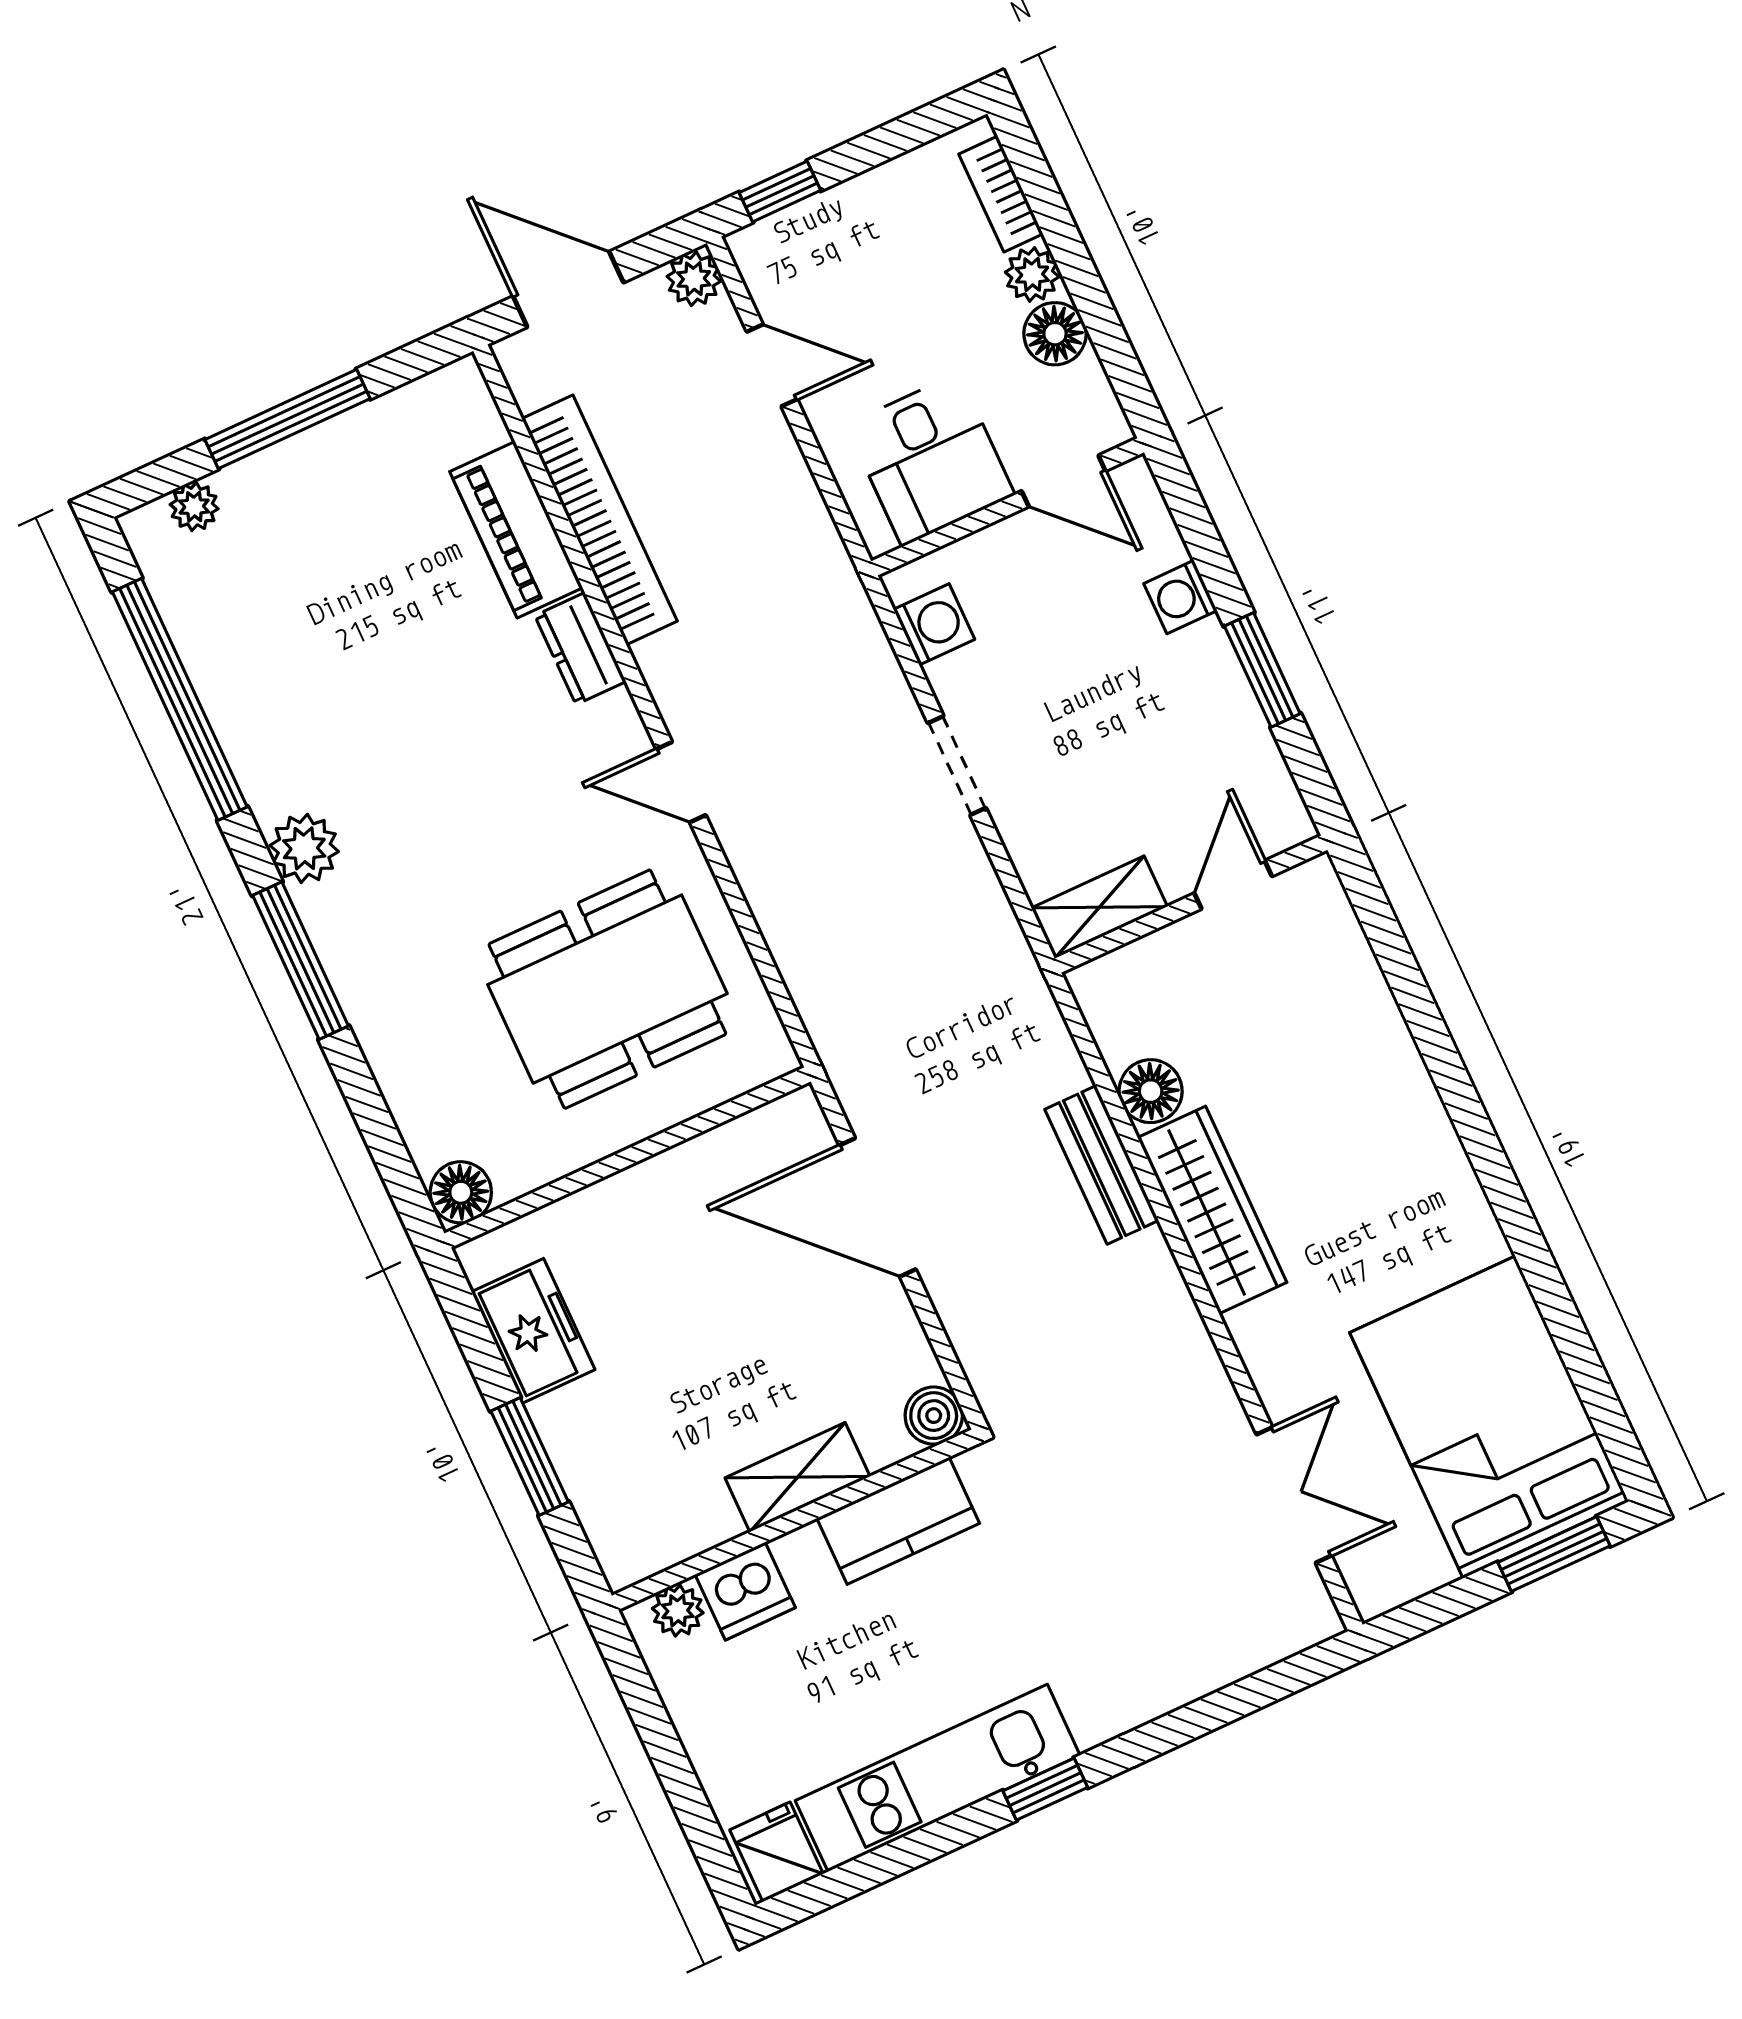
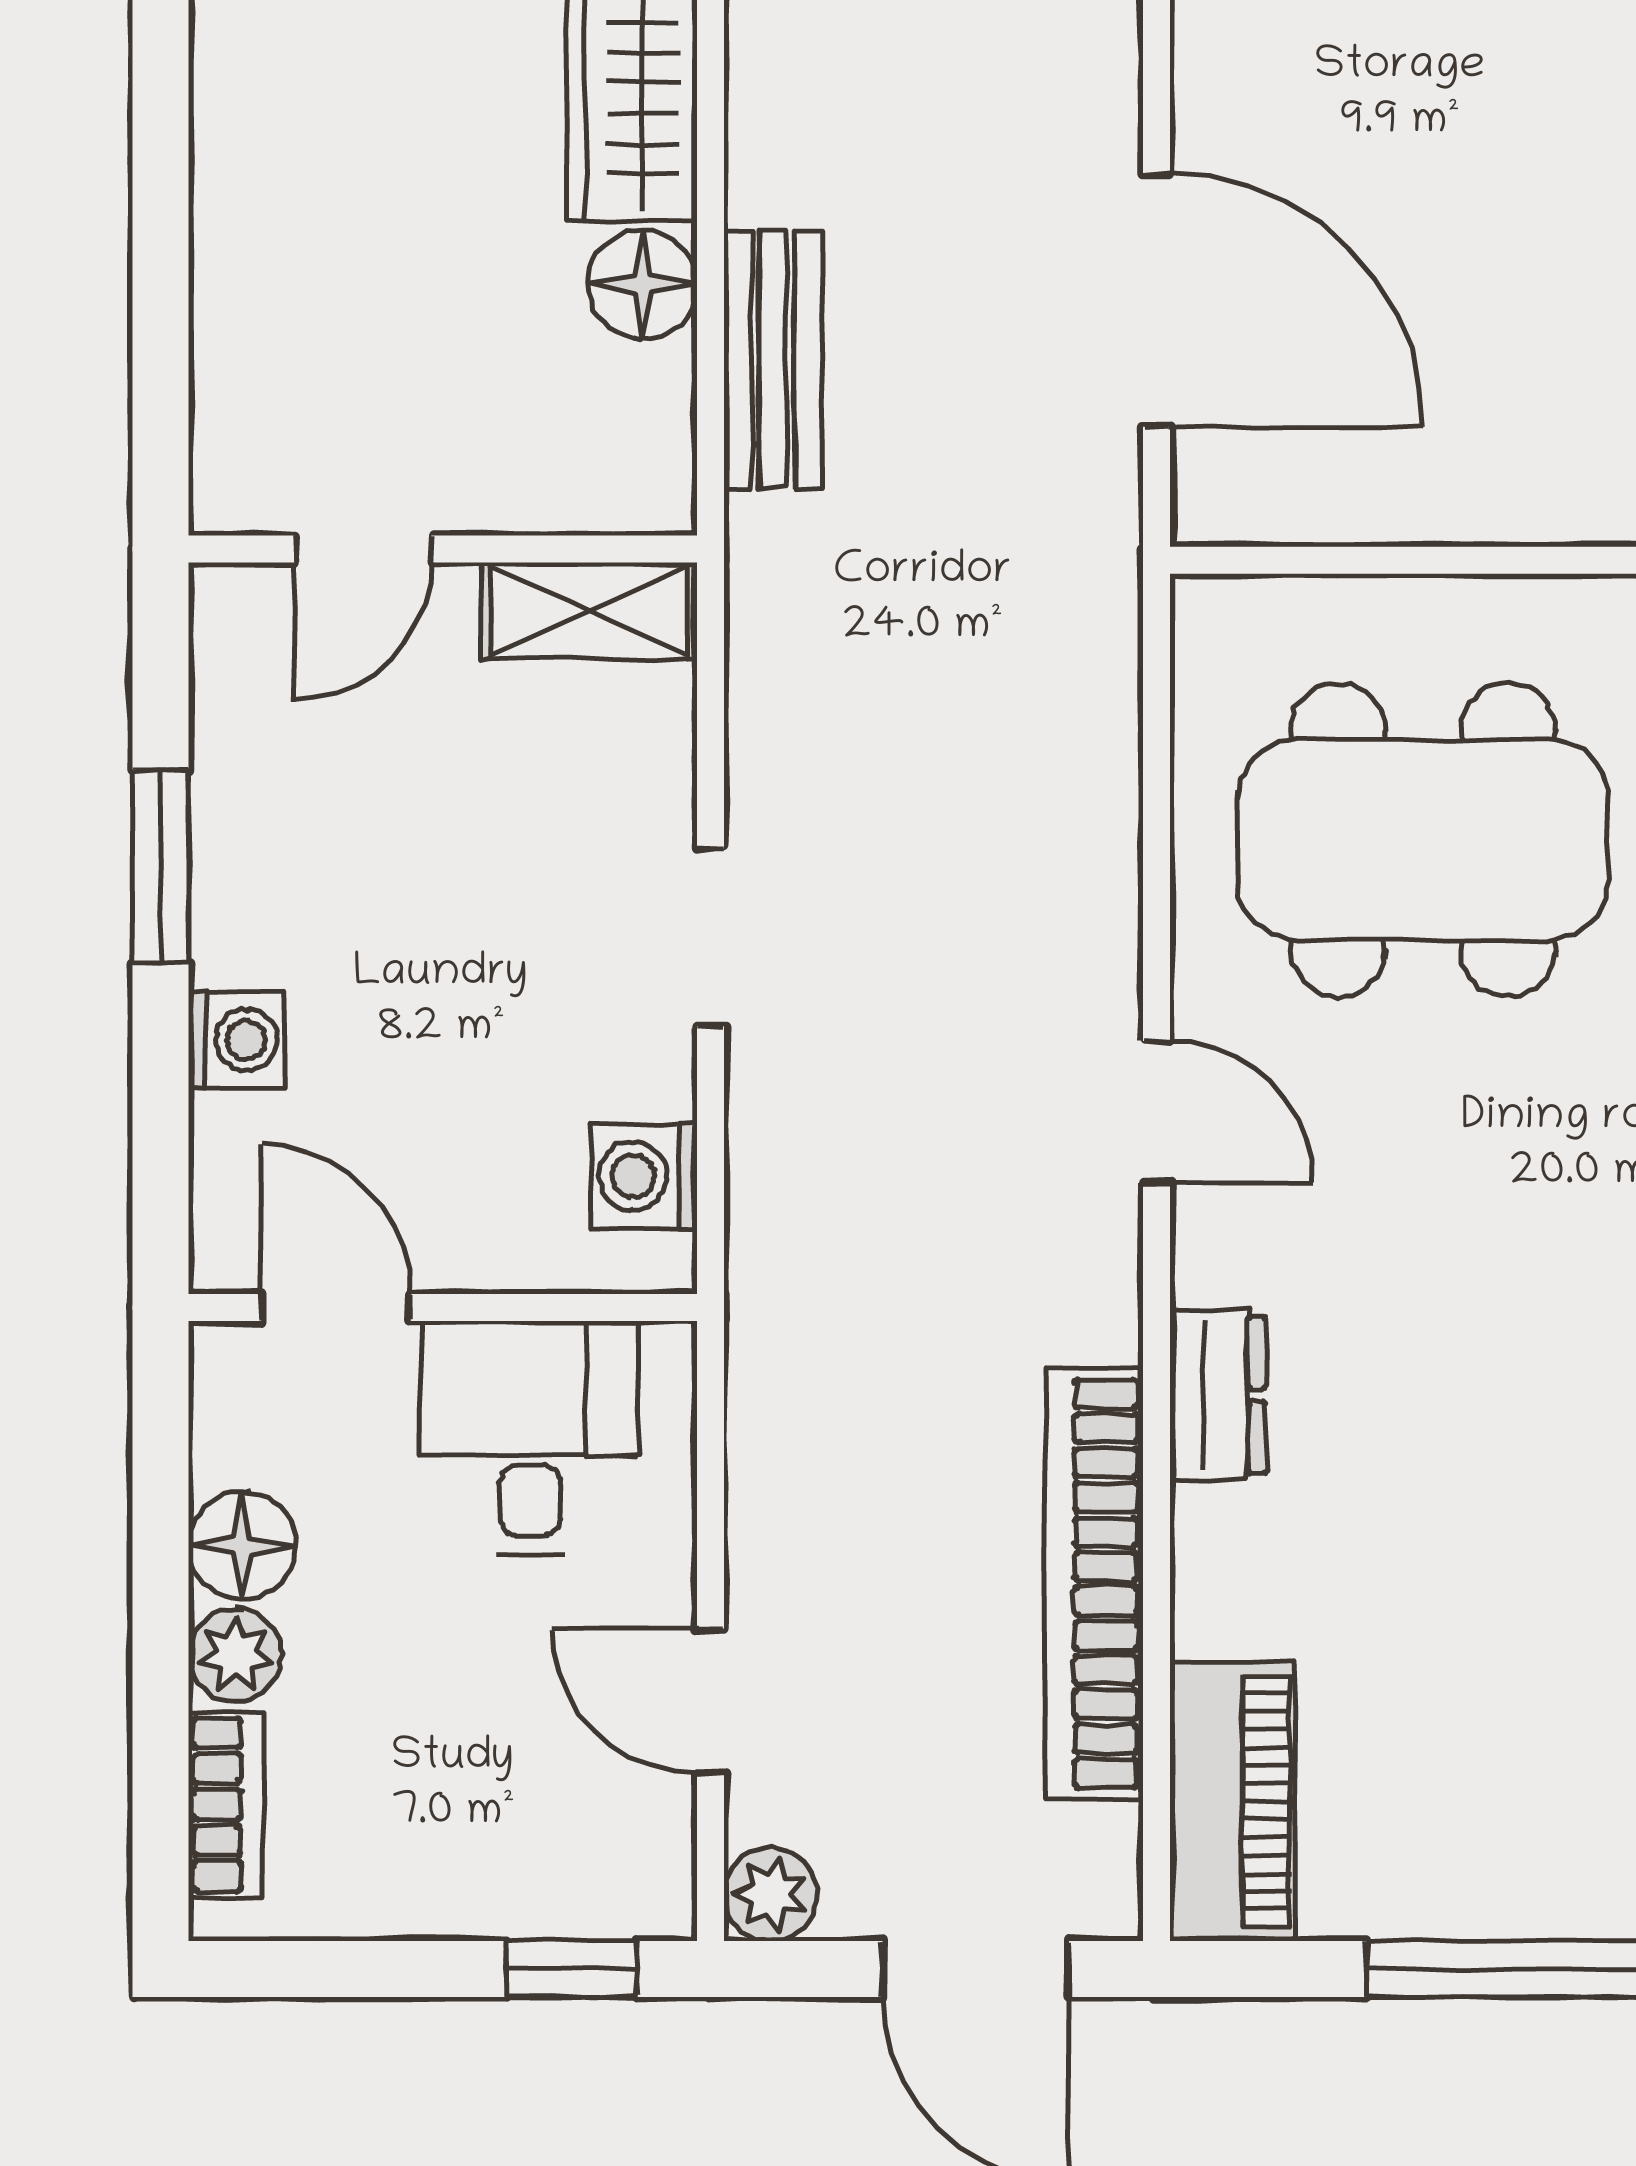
piano: (516, 530) -> (1232, 1801), moved
bench: (1102, 1165) -> (773, 359), moved

